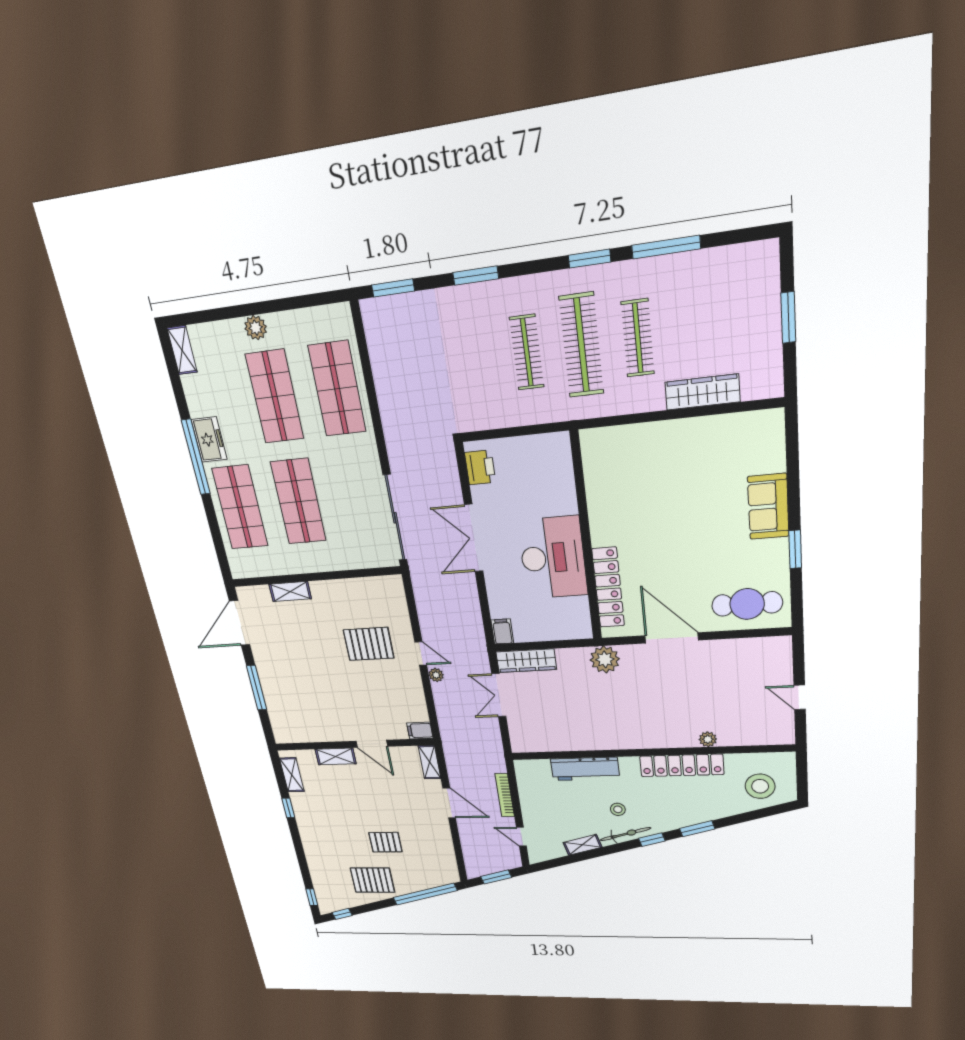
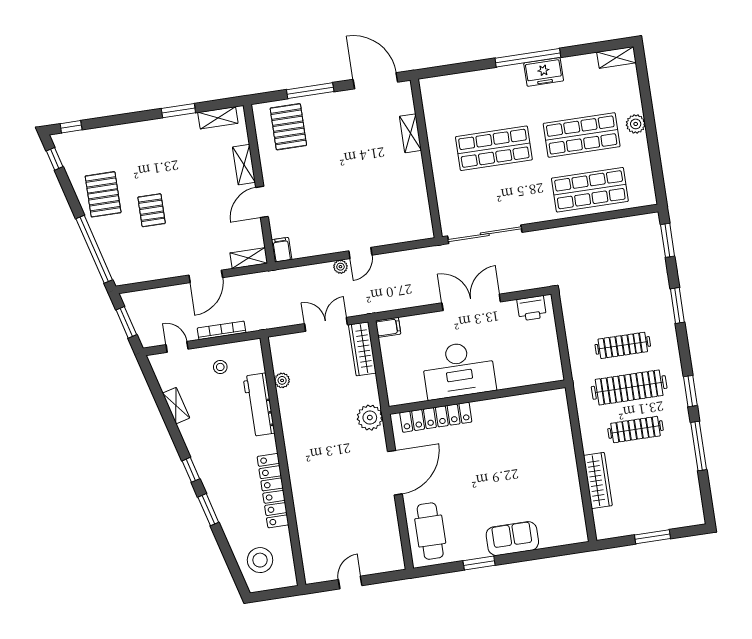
shop shelf: (240, 507) -> (486, 94), removed
pallet: (369, 644) -> (288, 127), moved
plant: (708, 739) -> (282, 380), moved
window: (288, 808) -> (178, 111), width x1.50
stool: (618, 809) -> (220, 367), moved
bicycle: (625, 834) -> (194, 445), removed
door: (521, 837) -> (177, 347), hinge flipped

